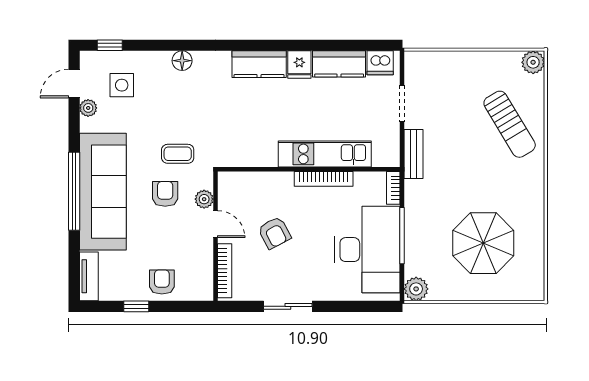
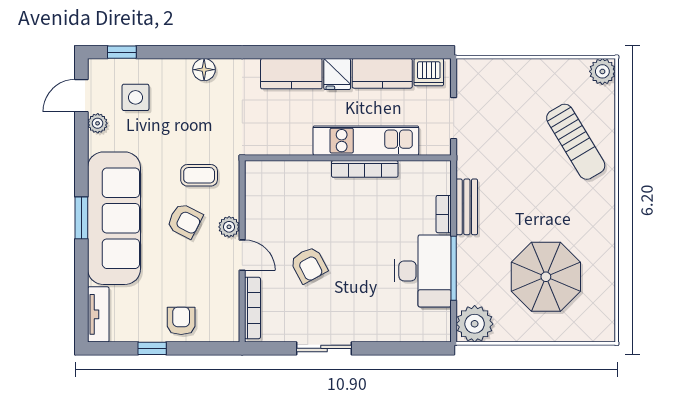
kitchen unit: (325, 154) -> (366, 141), moved
bench: (414, 154) -> (467, 207), moved
wall: (309, 169) -> (348, 158), moved
bookcase: (324, 179) -> (365, 169), moved
window: (74, 191) -> (81, 218), width x0.47
armchair: (165, 194) -> (185, 221), turned 117
desk: (367, 250) -> (423, 271), width x0.73, depth x0.77
plant: (416, 289) -> (475, 324), width x1.36, depth x1.36

